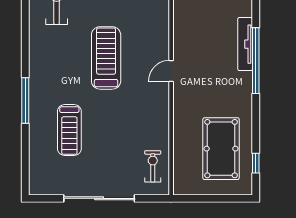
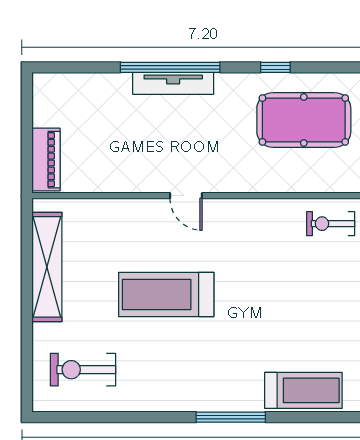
tv unit: (245, 44) -> (173, 83), moved
treadmill: (69, 130) -> (303, 390), moved
window: (256, 163) -> (275, 67), moved

